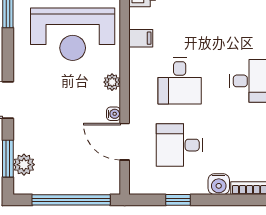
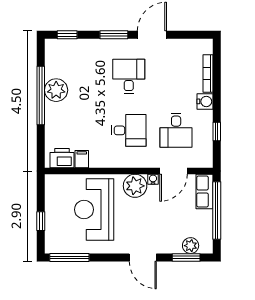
reception desk: (73, 34) -> (94, 210), turned 180
filing cabinet: (141, 38) -> (82, 159), moved
plant: (112, 82) -> (135, 186), width x1.88, depth x1.88
row of seats: (97, 183) -> (205, 191), added

